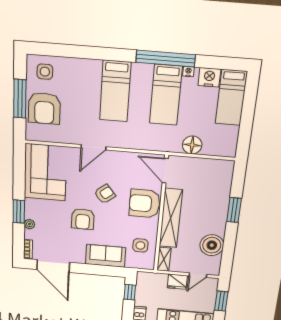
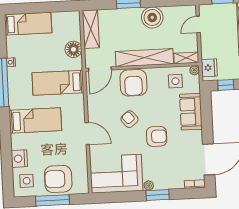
nightstand: (209, 77) -> (19, 159), moved
bed: (166, 95) -> (58, 83), moved, turned 180
armchair: (44, 108) -> (58, 179), turned 180
shelving: (212, 167) -> (91, 29), added
plant: (29, 224) -> (149, 185), moved
boiler: (212, 245) -> (152, 18), moved
plant: (149, 265) -> (194, 70), added
door: (198, 275) -> (198, 24), swing flipped
fridge: (177, 282) -> (209, 68), moved

